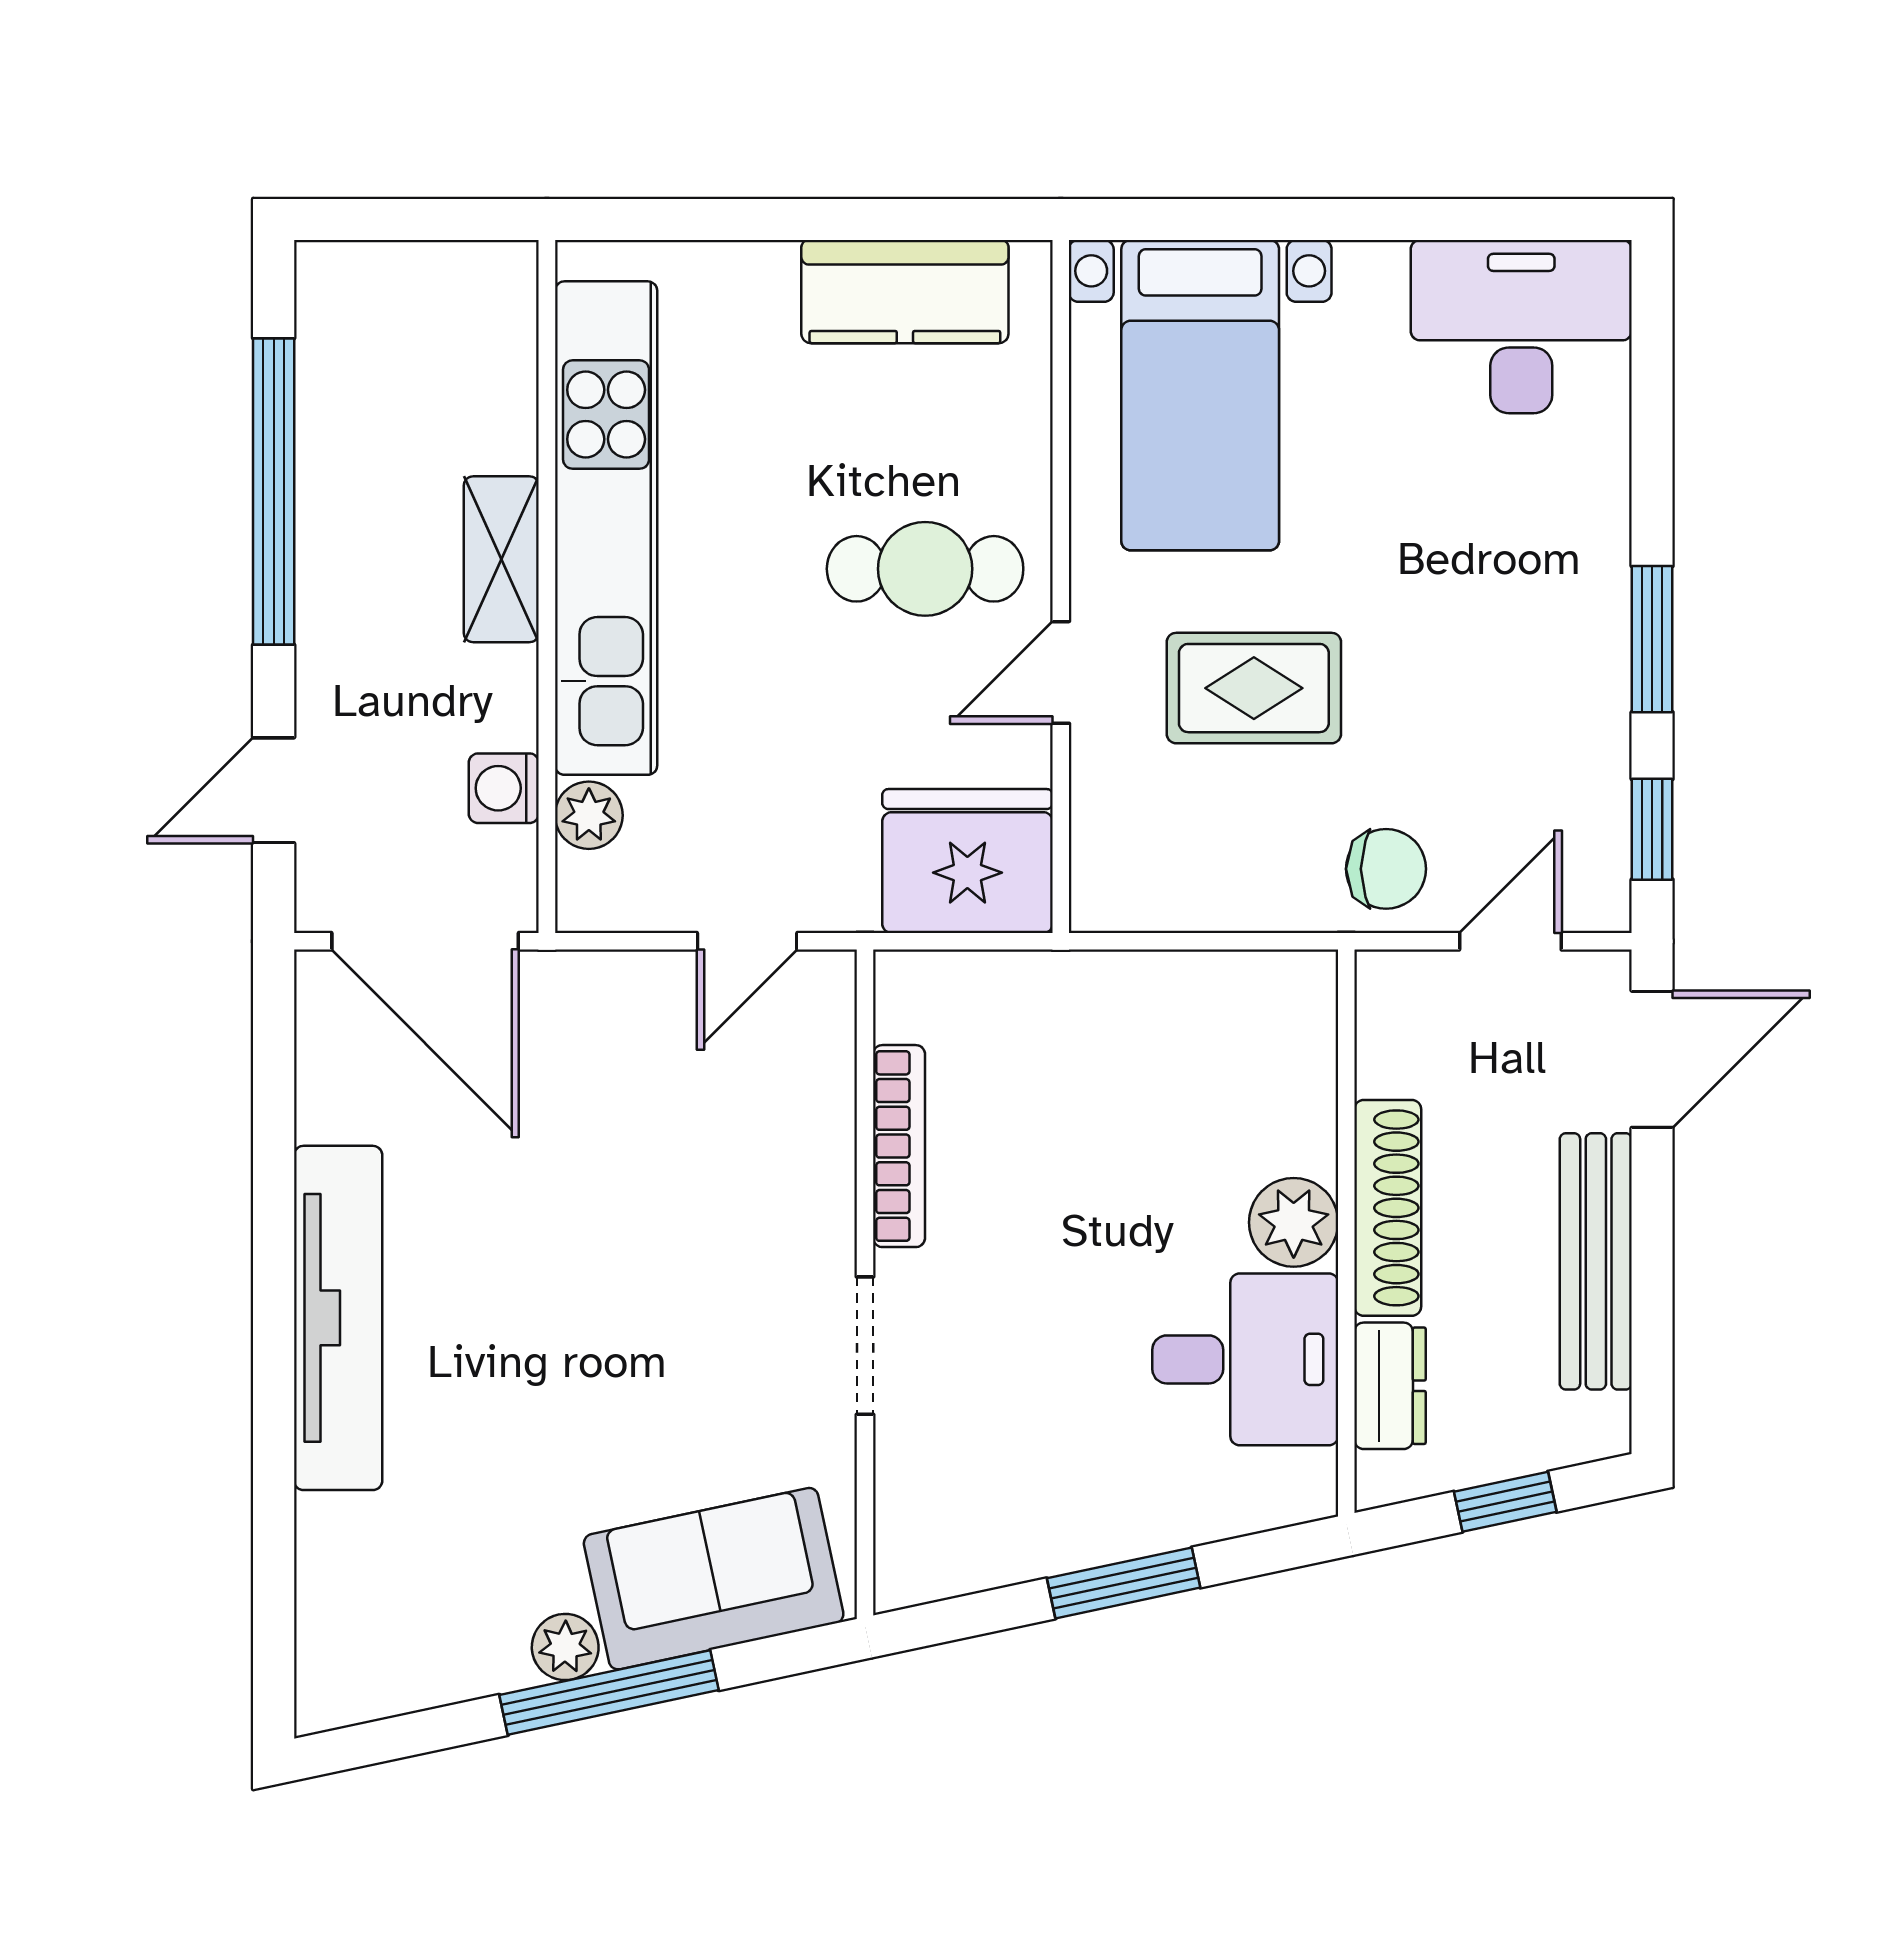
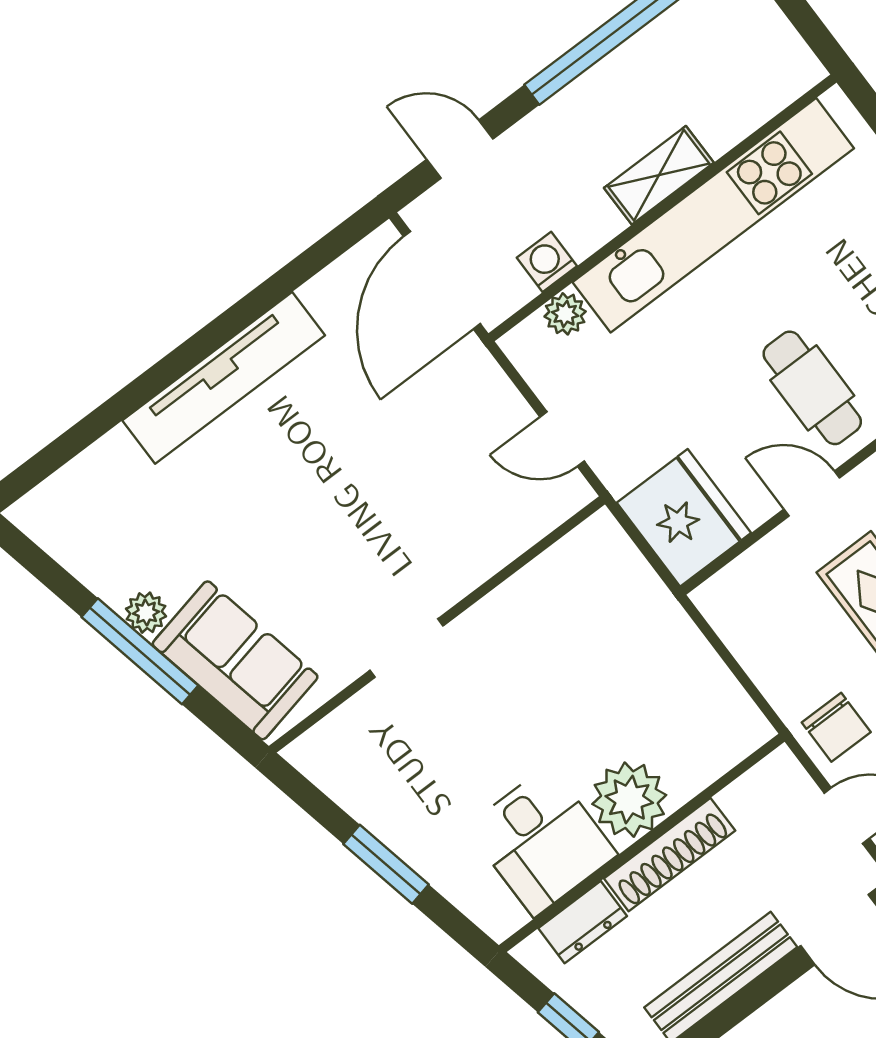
bookcase: (899, 1146) -> (518, 590), removed
plant: (1294, 1222) -> (629, 800), width x1.36, depth x1.36

